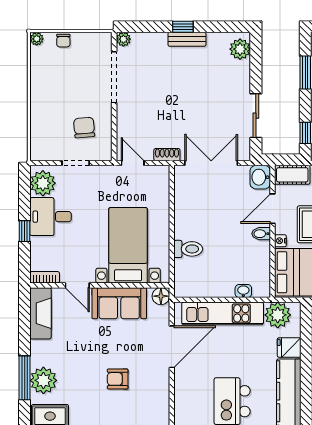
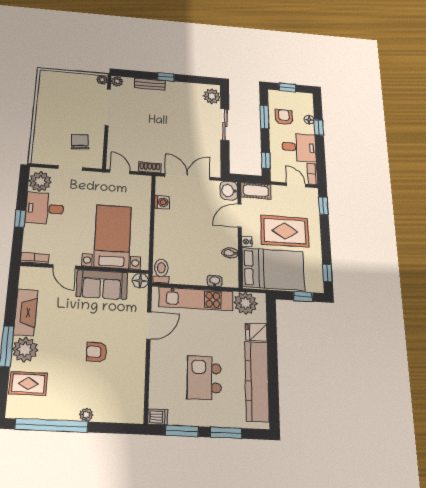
plant: (37, 39) -> (102, 80), moved
bench: (187, 39) -> (150, 84), moved
chair: (63, 41) -> (67, 78), removed
sliding door: (256, 116) -> (225, 124), moved
washing machine: (182, 198) -> (162, 202), added
bidet: (261, 234) -> (230, 253), moved
toilet: (188, 249) -> (161, 271), moved, turned -90
fireplace: (41, 313) -> (26, 312), moved
door: (172, 347) -> (149, 325), width x0.73

